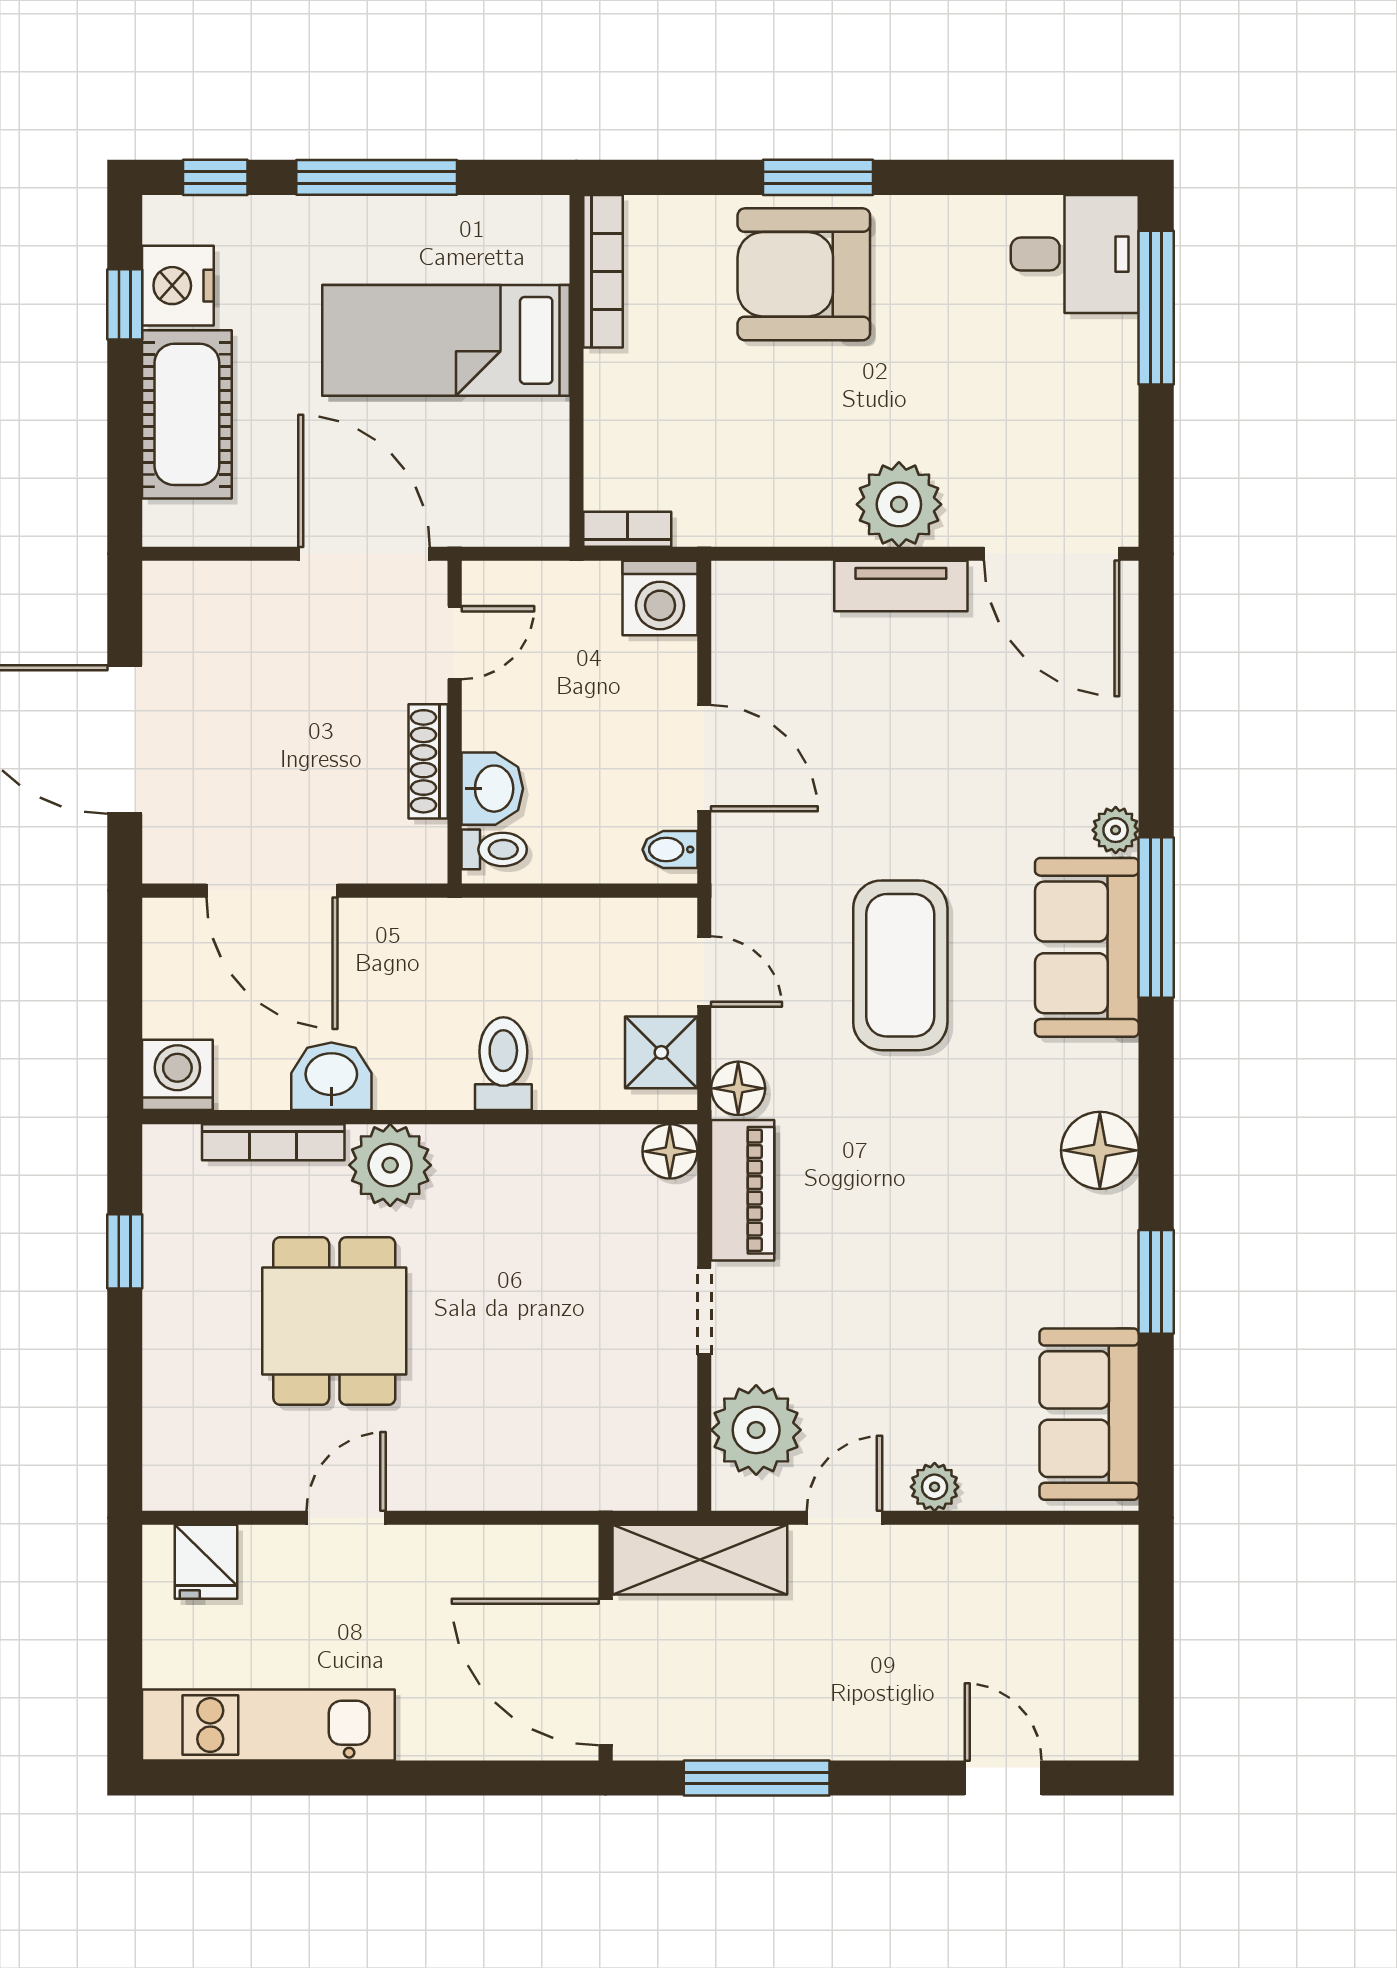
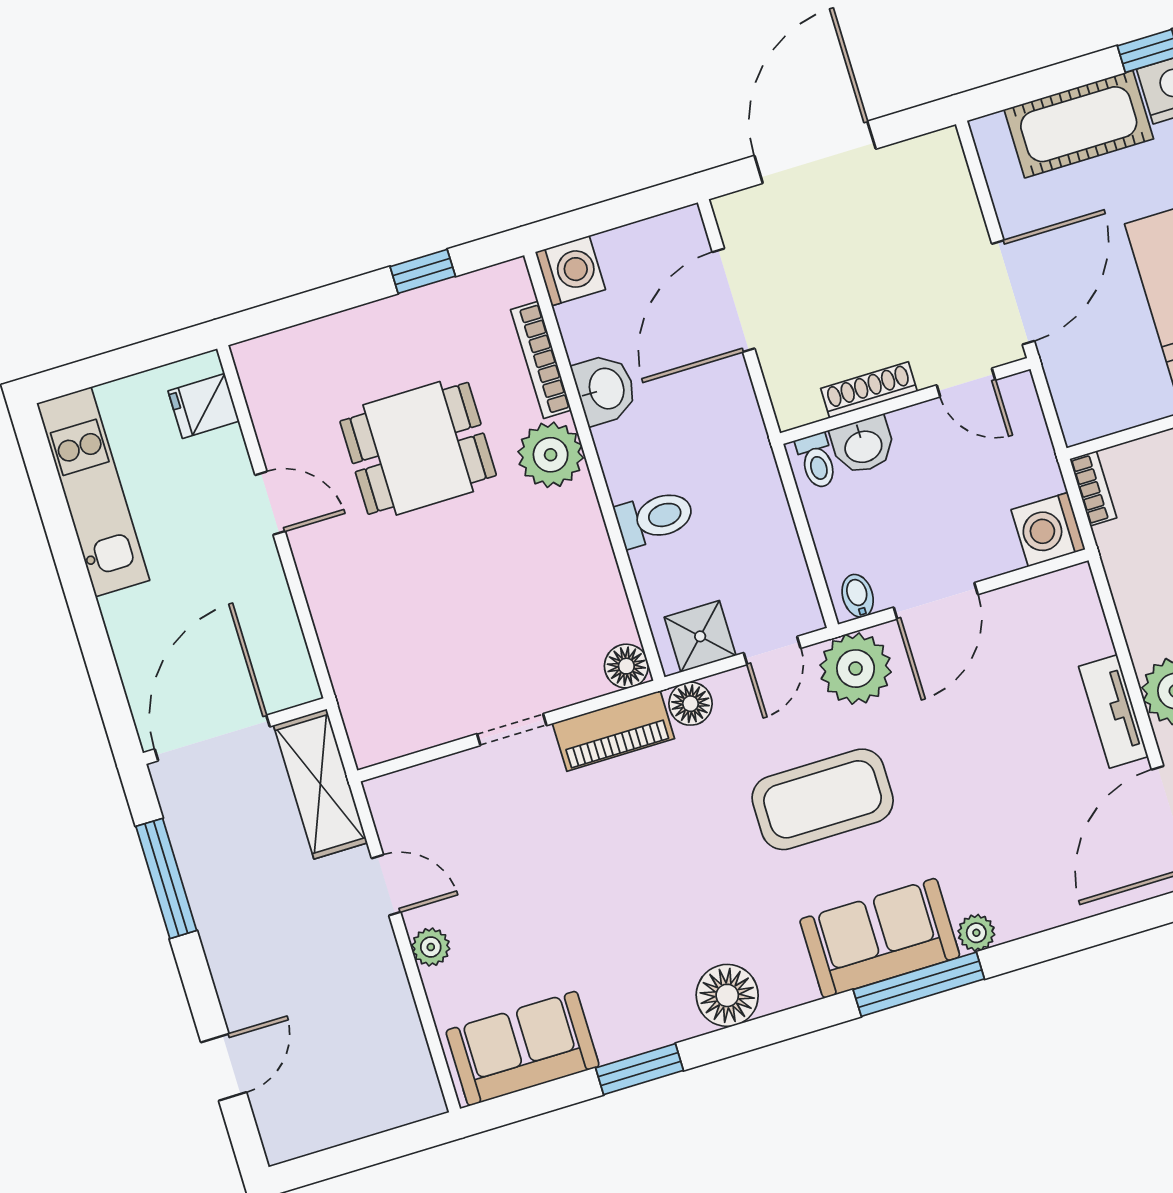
plant: (756, 1430) -> (856, 669), moved

